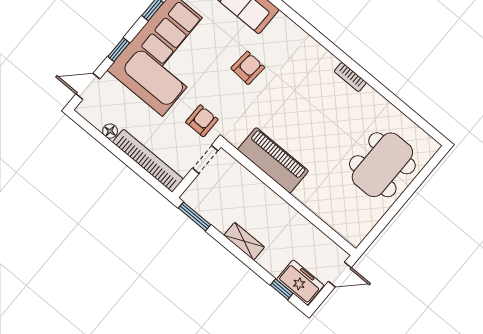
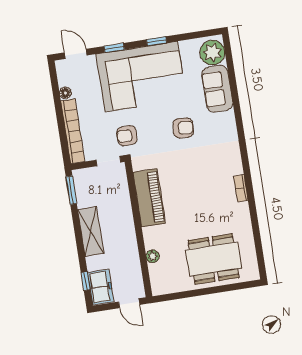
armchair: (202, 121) -> (127, 136), turned 180
plant: (324, 212) -> (153, 256), added
shelving: (244, 241) -> (91, 231), width x1.50, depth x1.33

